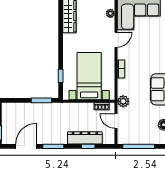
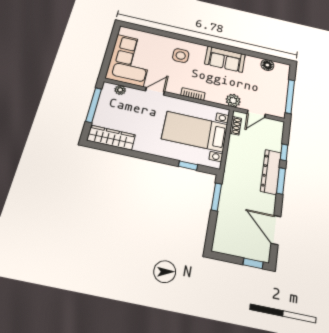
door: (116, 40) -> (155, 91), hinge flipped
side table: (154, 53) -> (181, 56), added
dresser: (85, 138) -> (271, 172), moved
window: (53, 146) -> (281, 181), moved

